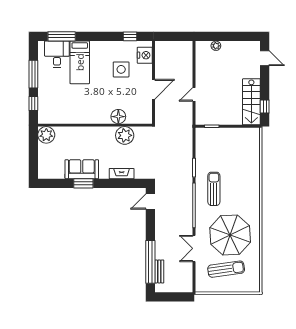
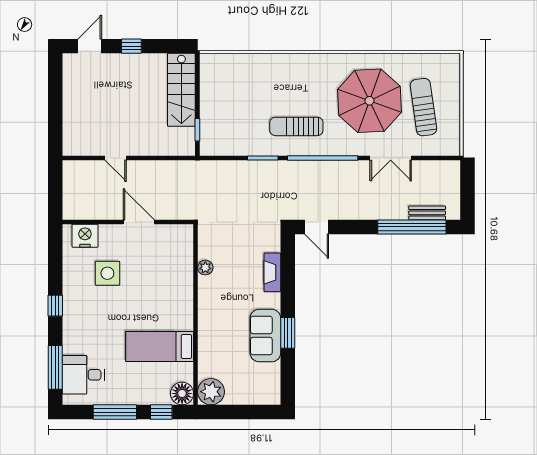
window: (130, 36) -> (55, 306), moved
plant: (216, 46) -> (70, 123), removed
bed: (80, 62) -> (160, 346), moved, turned 180
door: (194, 94) -> (116, 158), moved
stairs: (251, 102) -> (181, 90), moved, turned 90
window: (265, 106) -> (131, 46), moved
floor lamp: (118, 117) -> (182, 394), moved
plant: (125, 135) -> (205, 268), width x0.53, depth x0.53

